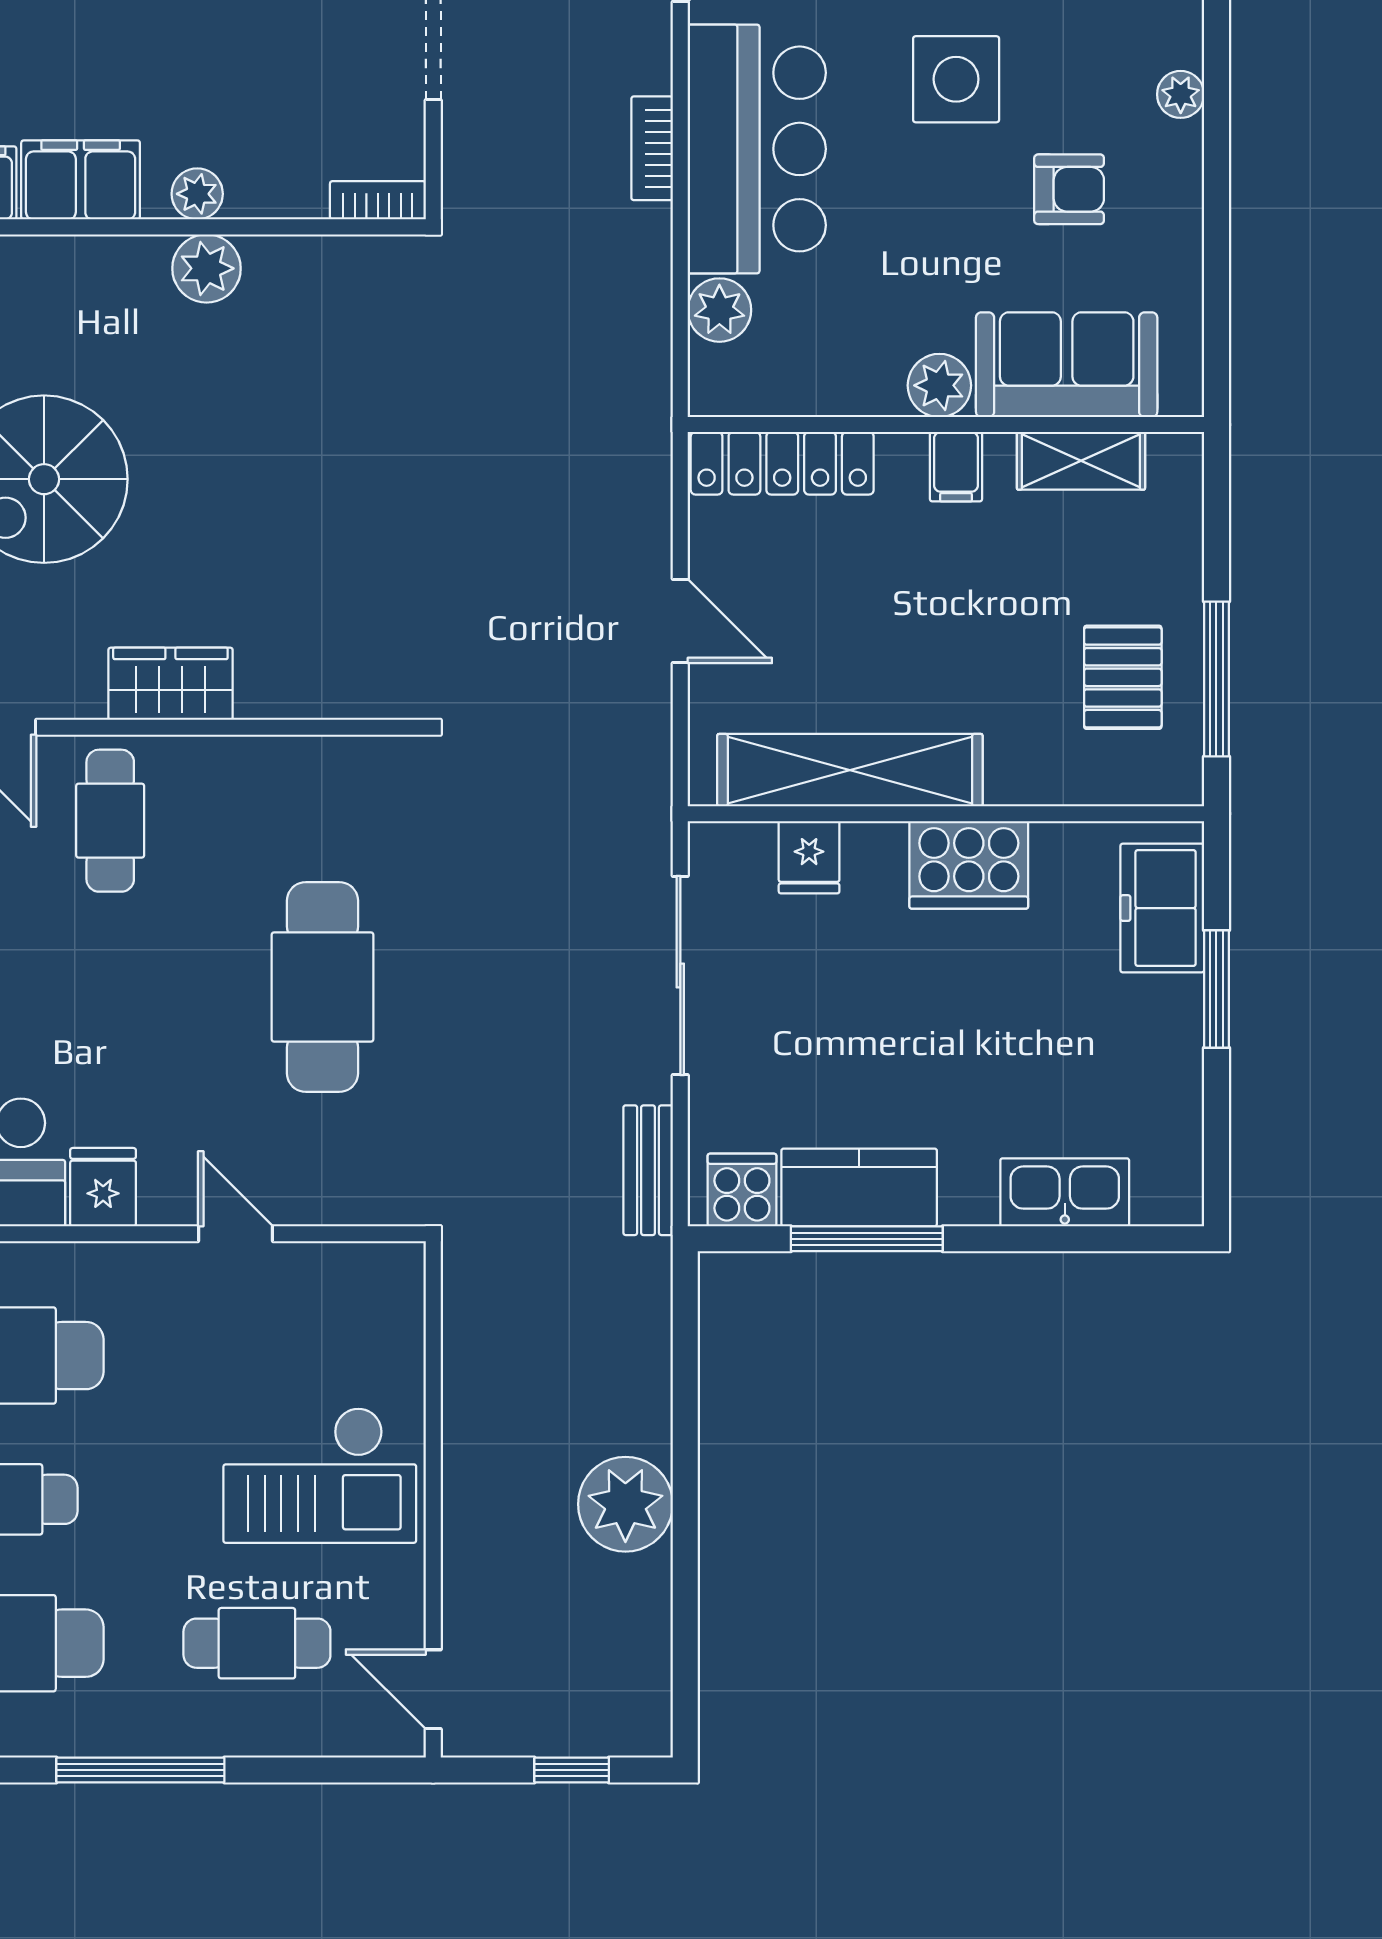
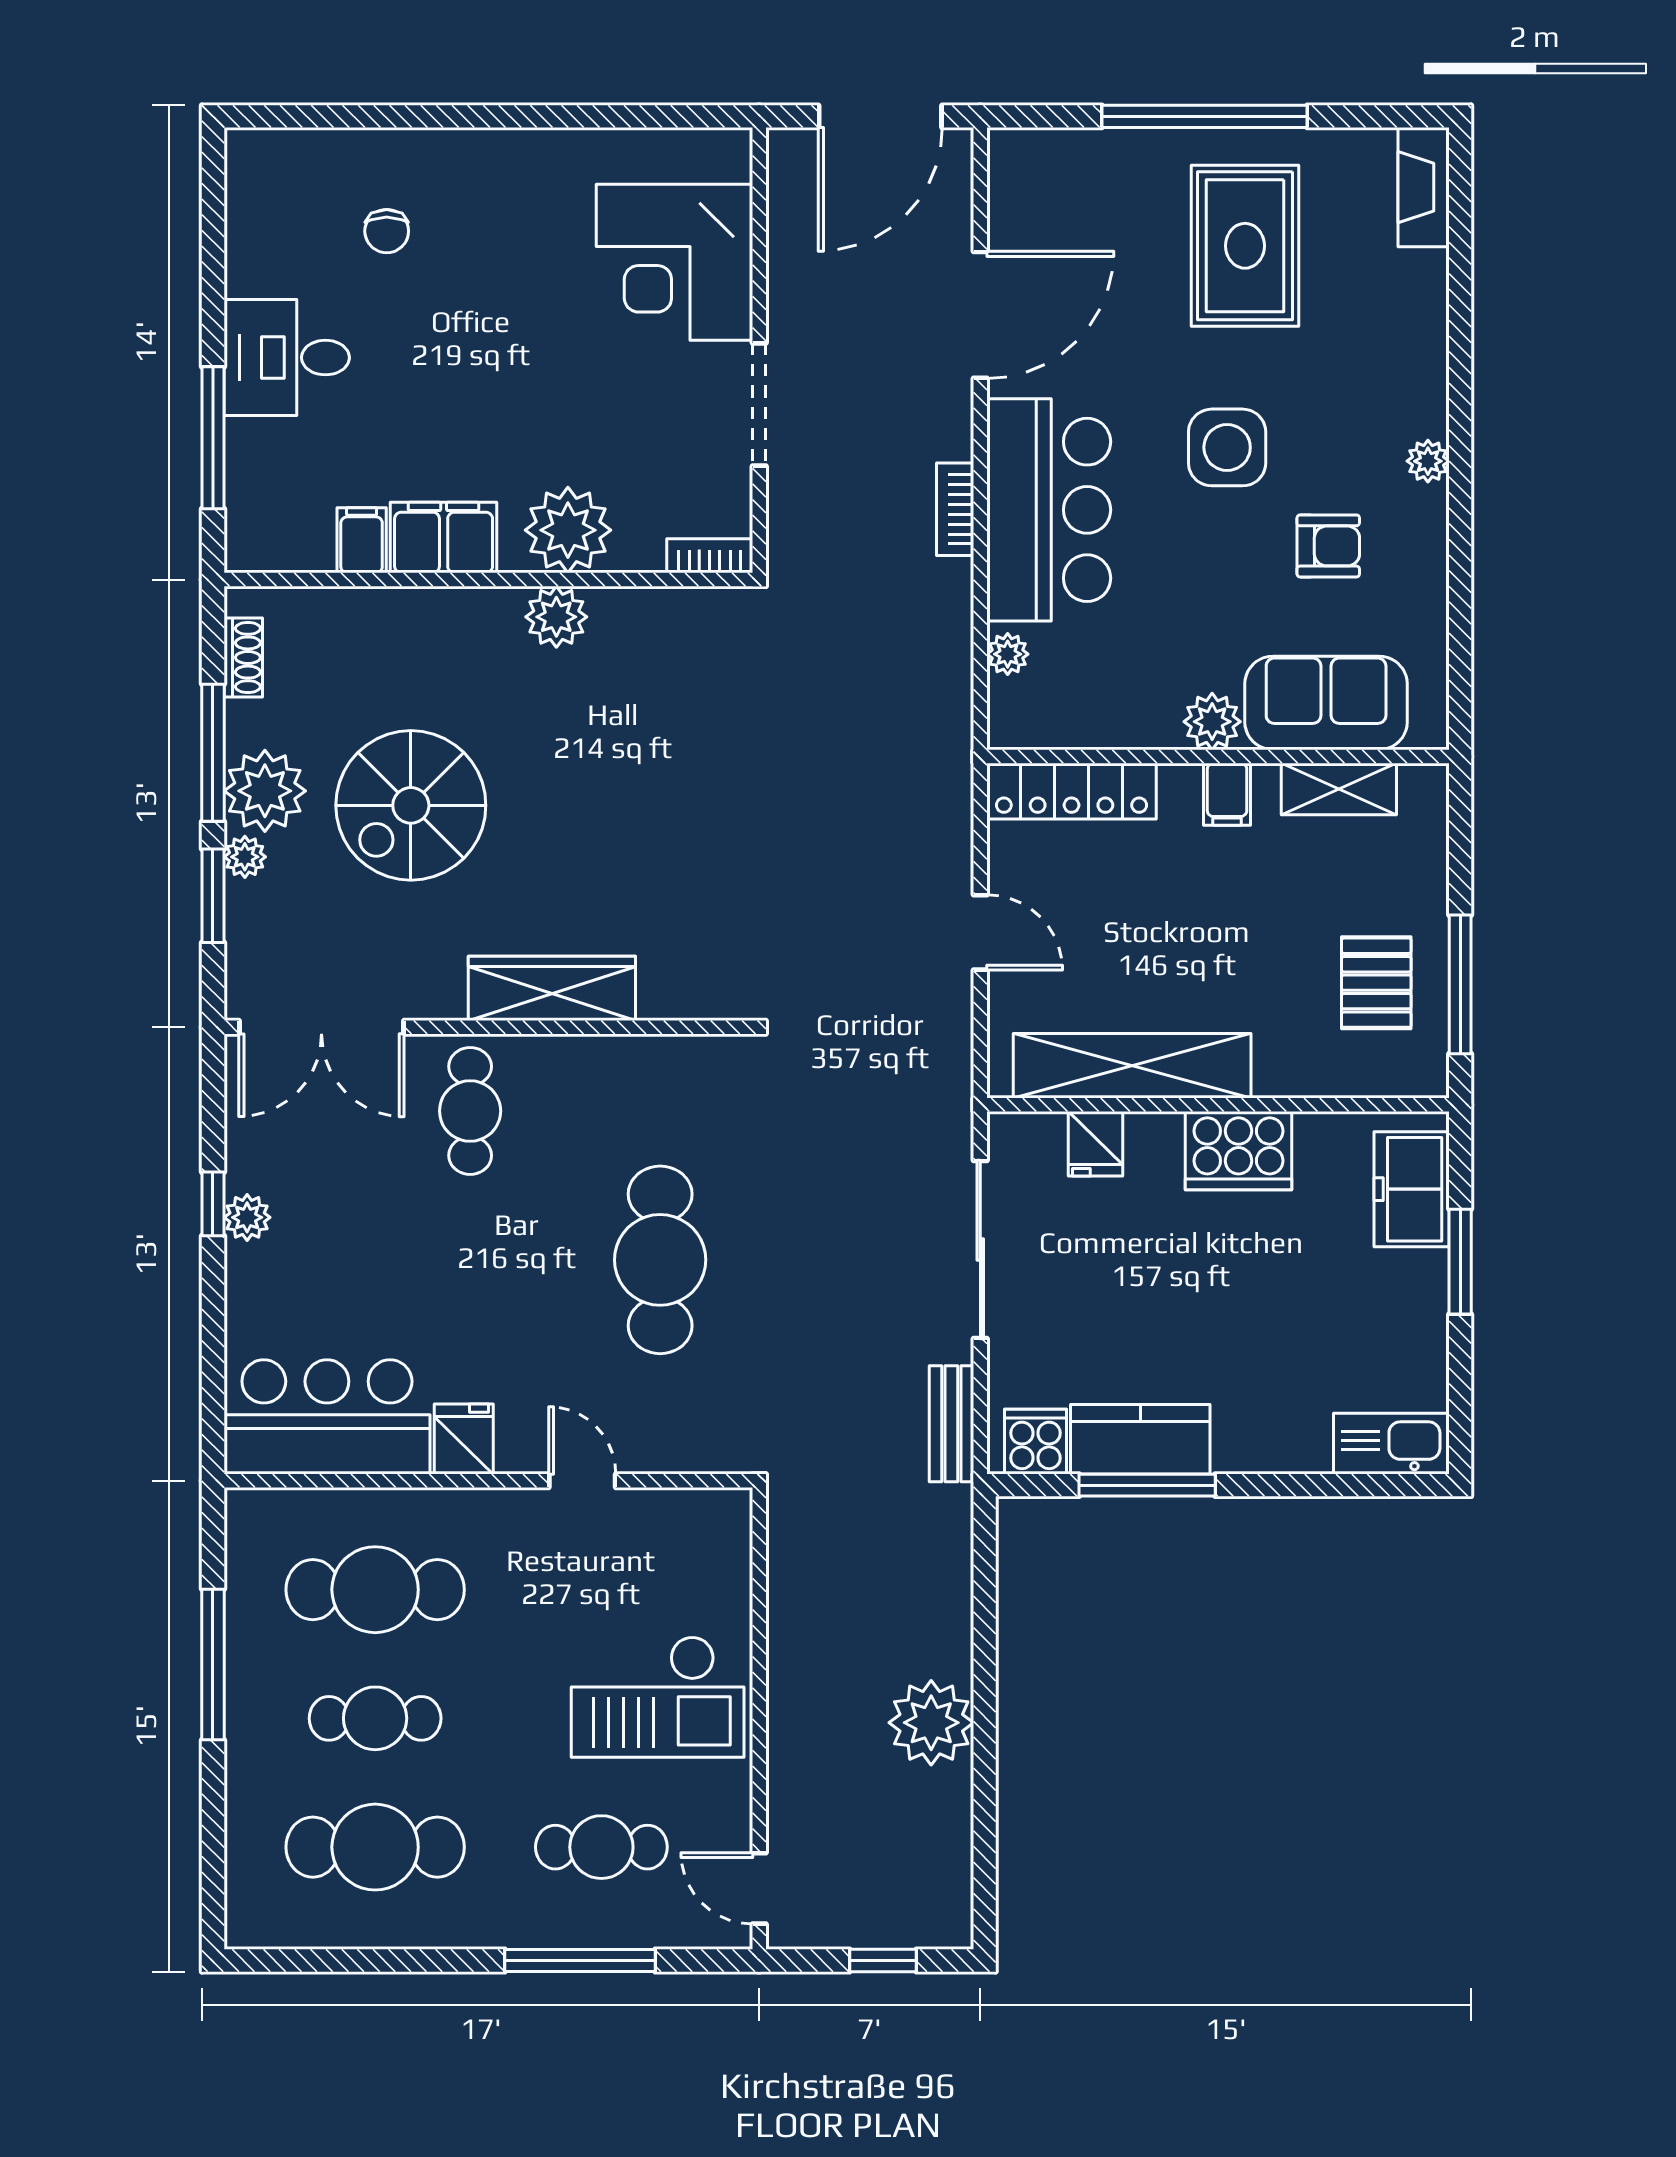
plant: (197, 194) -> (568, 530), width x1.87, depth x1.87
plant: (719, 310) -> (1008, 654), width x0.73, depth x0.73
wardrobe: (170, 684) -> (552, 988), width x1.50
kitchen sink: (1065, 1192) -> (1391, 1444), moved
window: (140, 1770) -> (580, 1960), moved

